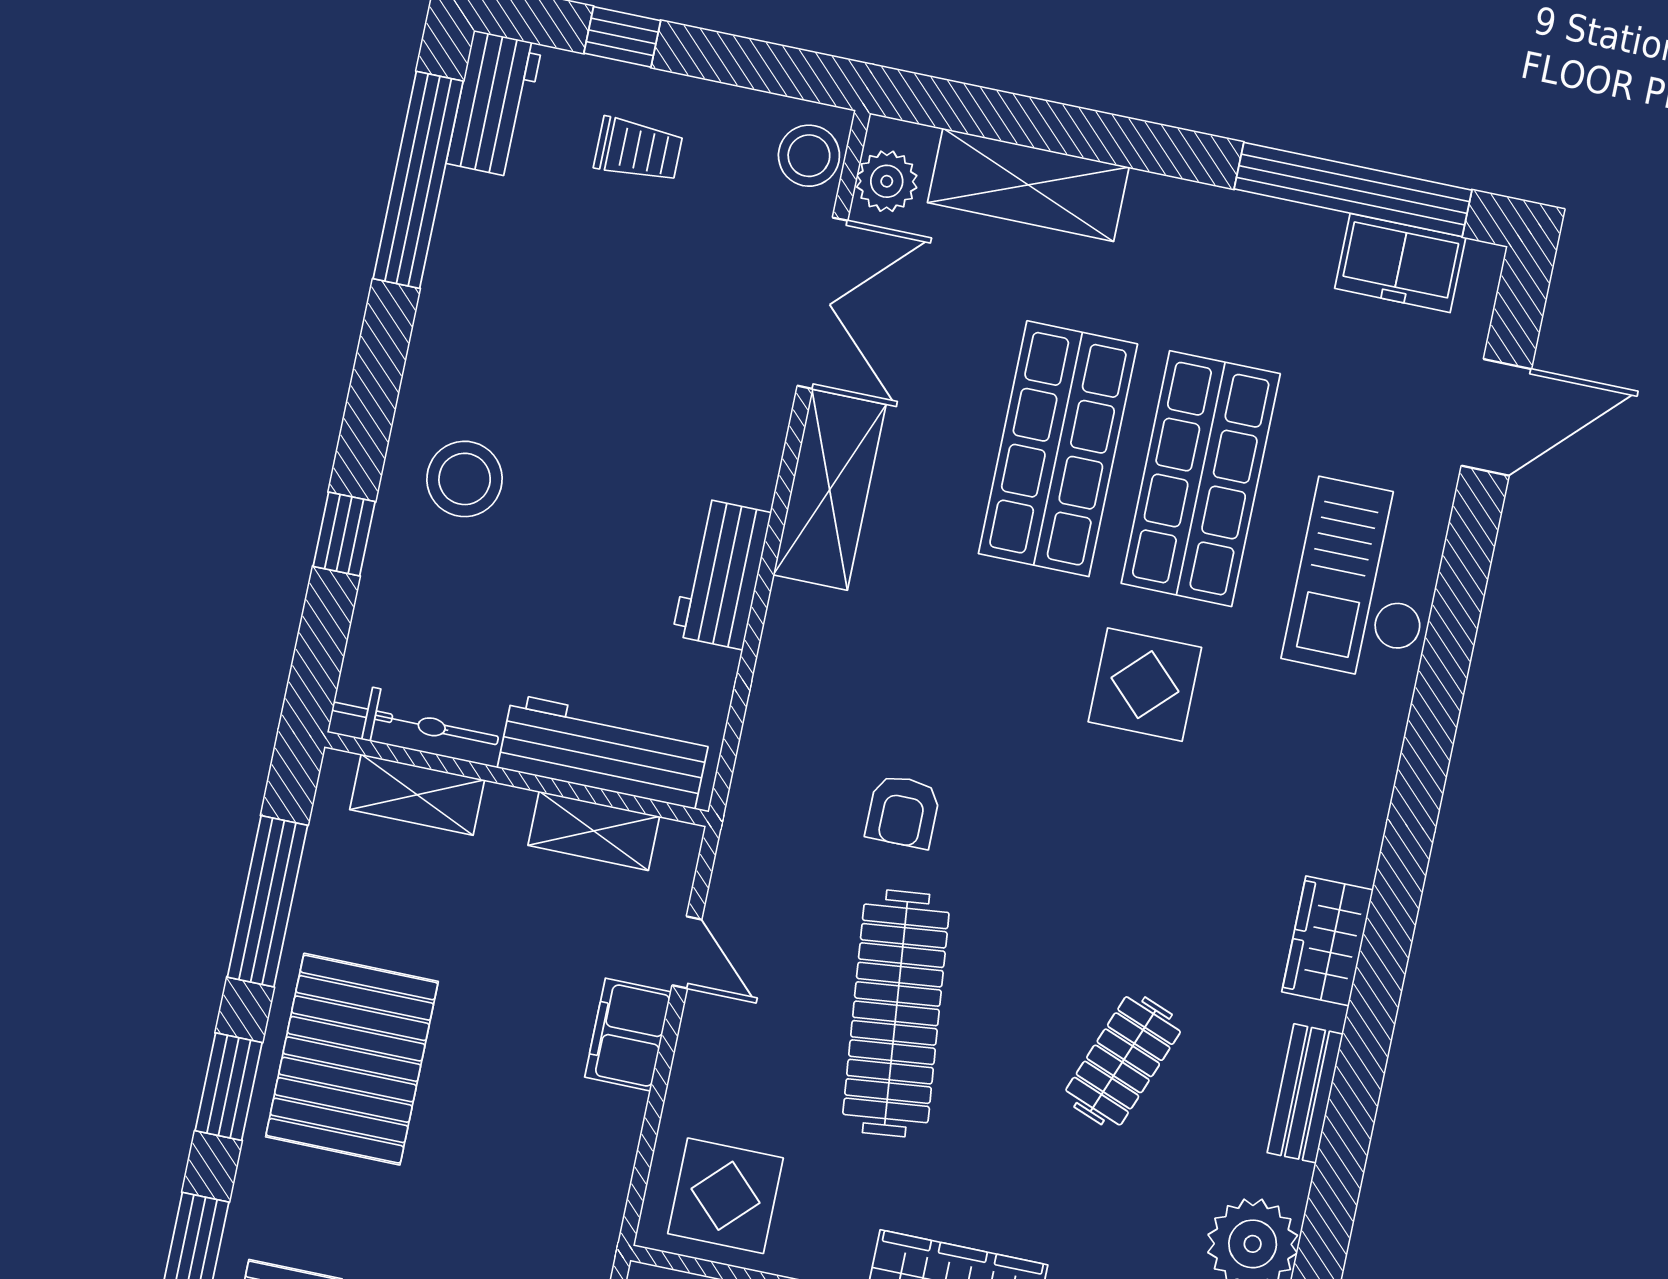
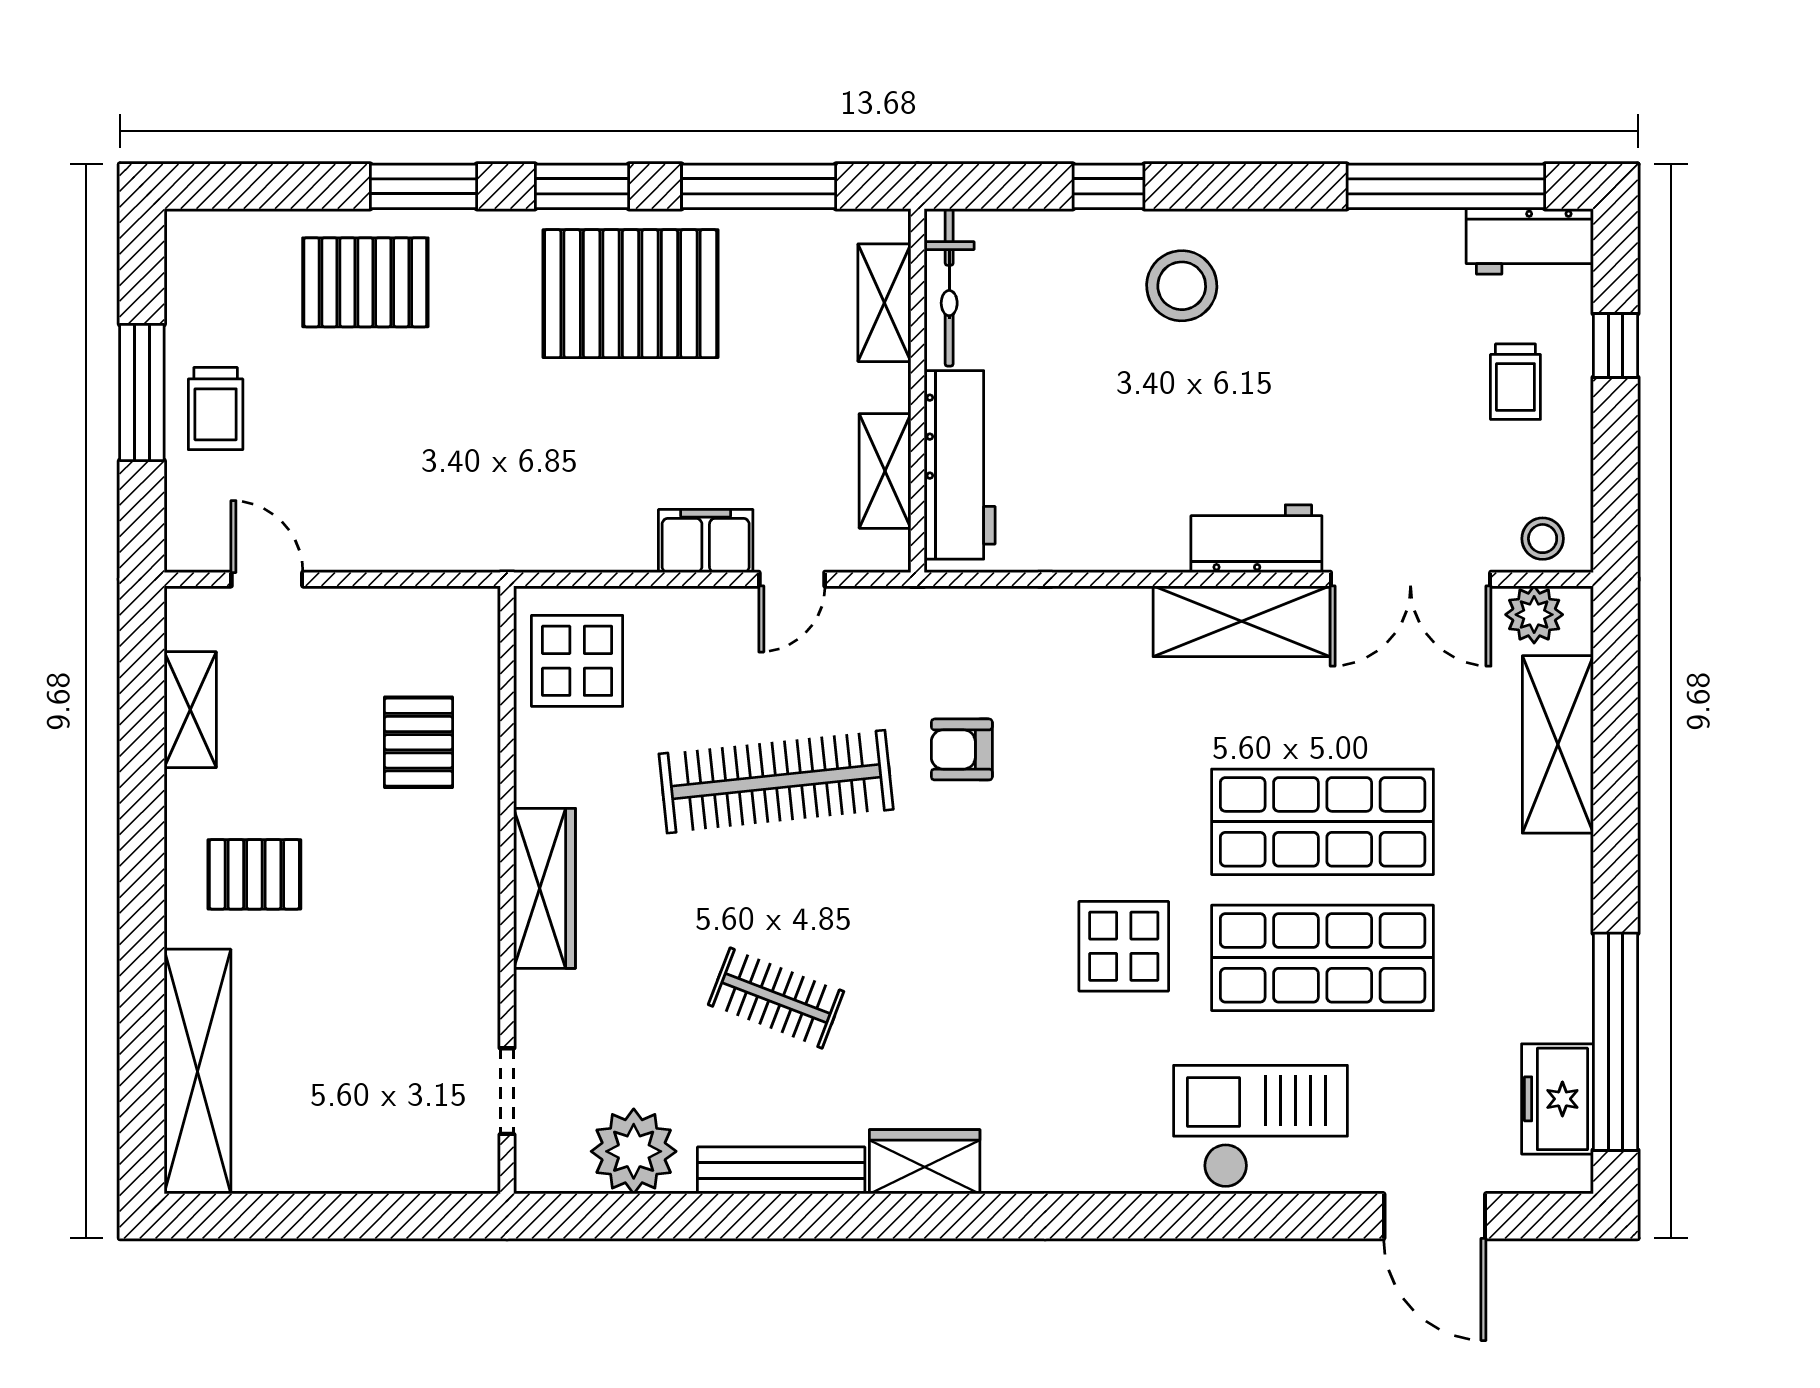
stool: (809, 156) -> (1543, 539), width x0.73, depth x0.73
workbench: (722, 574) -> (1256, 539), moved
bench: (1305, 1093) -> (781, 1170), width x1.36

